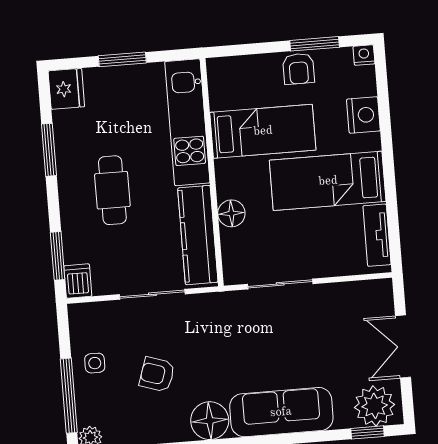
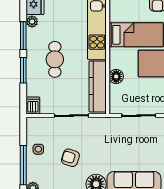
plant: (63, 122) -> (32, 22), added
window: (58, 256) -> (23, 70), moved

